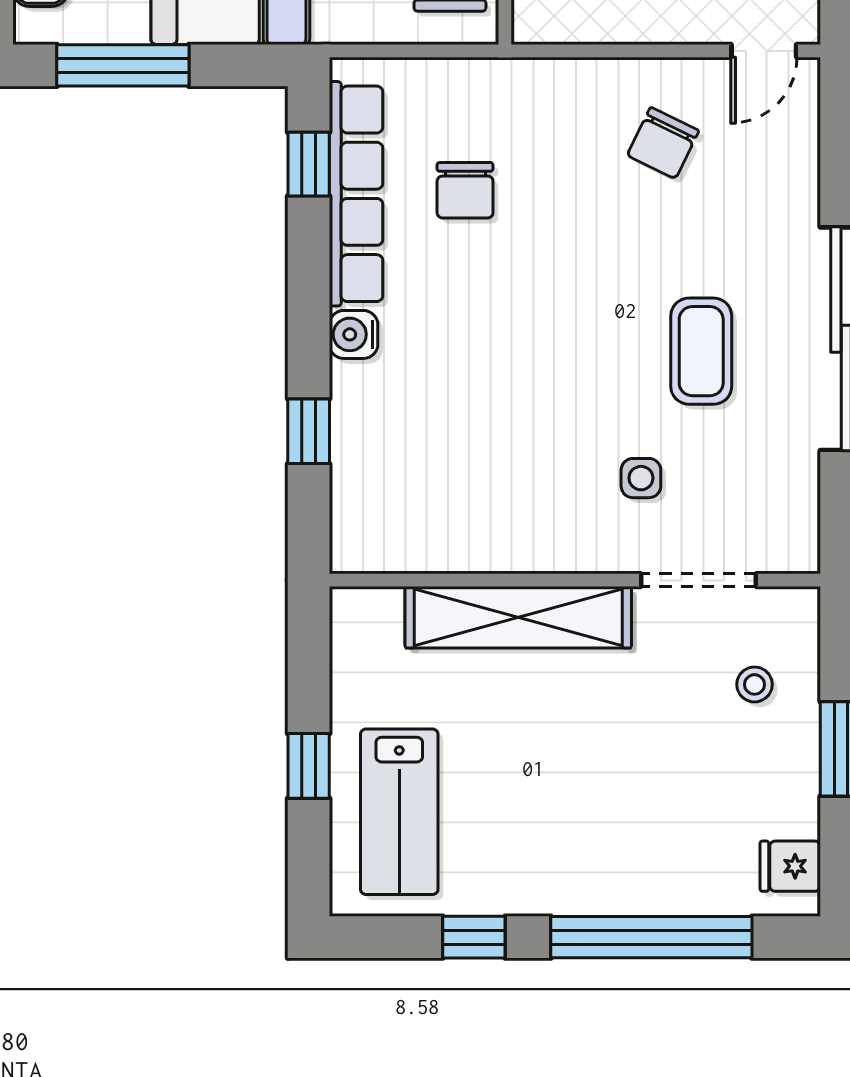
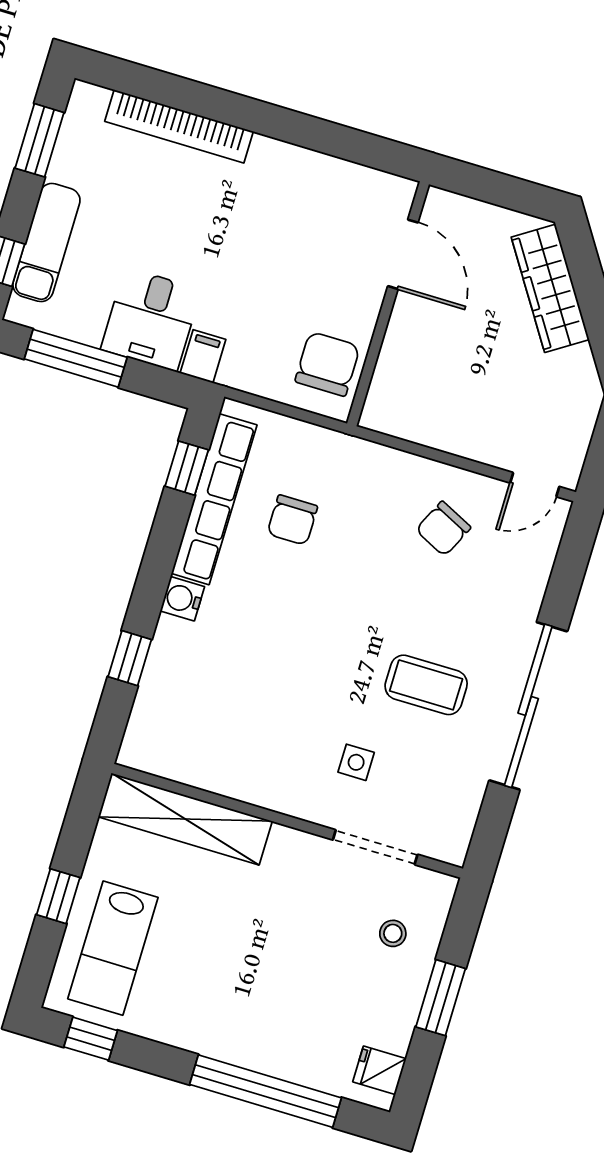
coffee table: (701, 351) -> (426, 685), turned 90
shelving: (518, 617) -> (185, 819), moved
window: (474, 937) -> (91, 1039), moved

